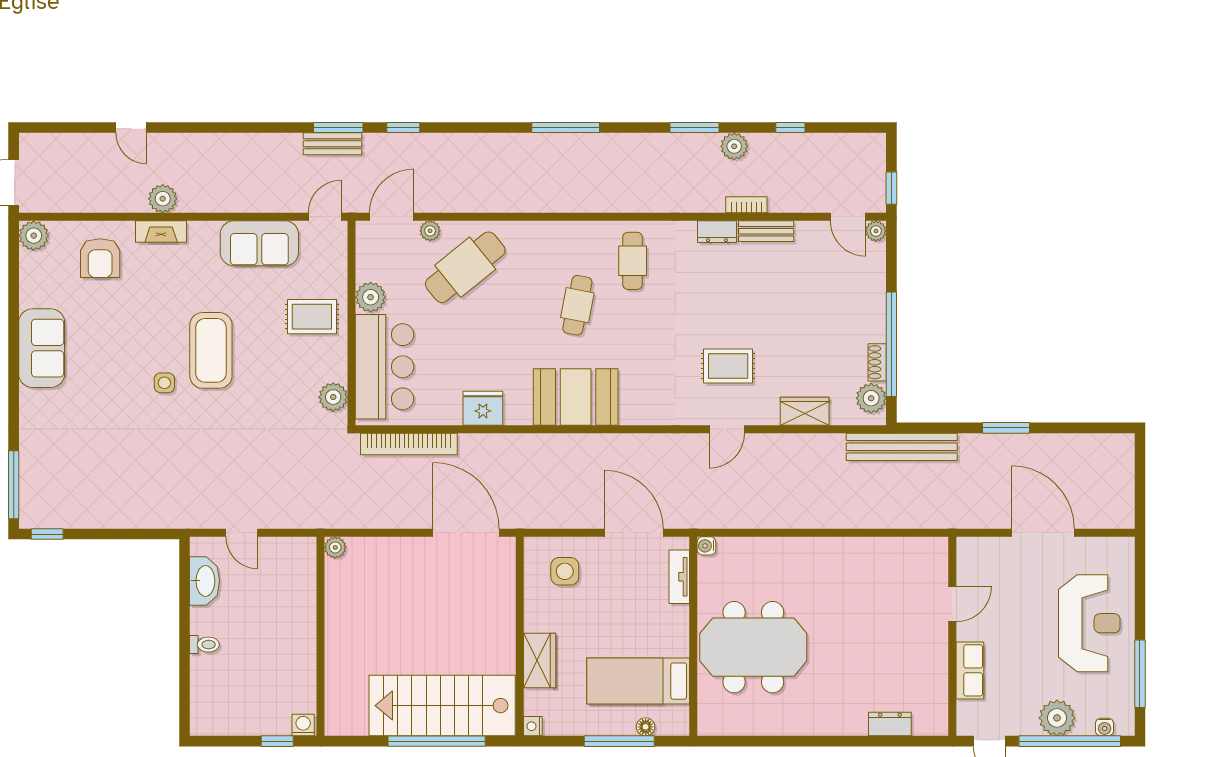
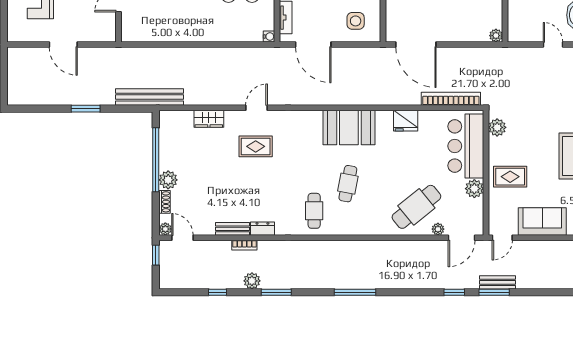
shoe rack: (877, 362) -> (165, 202), moved
plant: (871, 398) -> (168, 180), moved
door: (1043, 533) -> (63, 45), width x0.73

